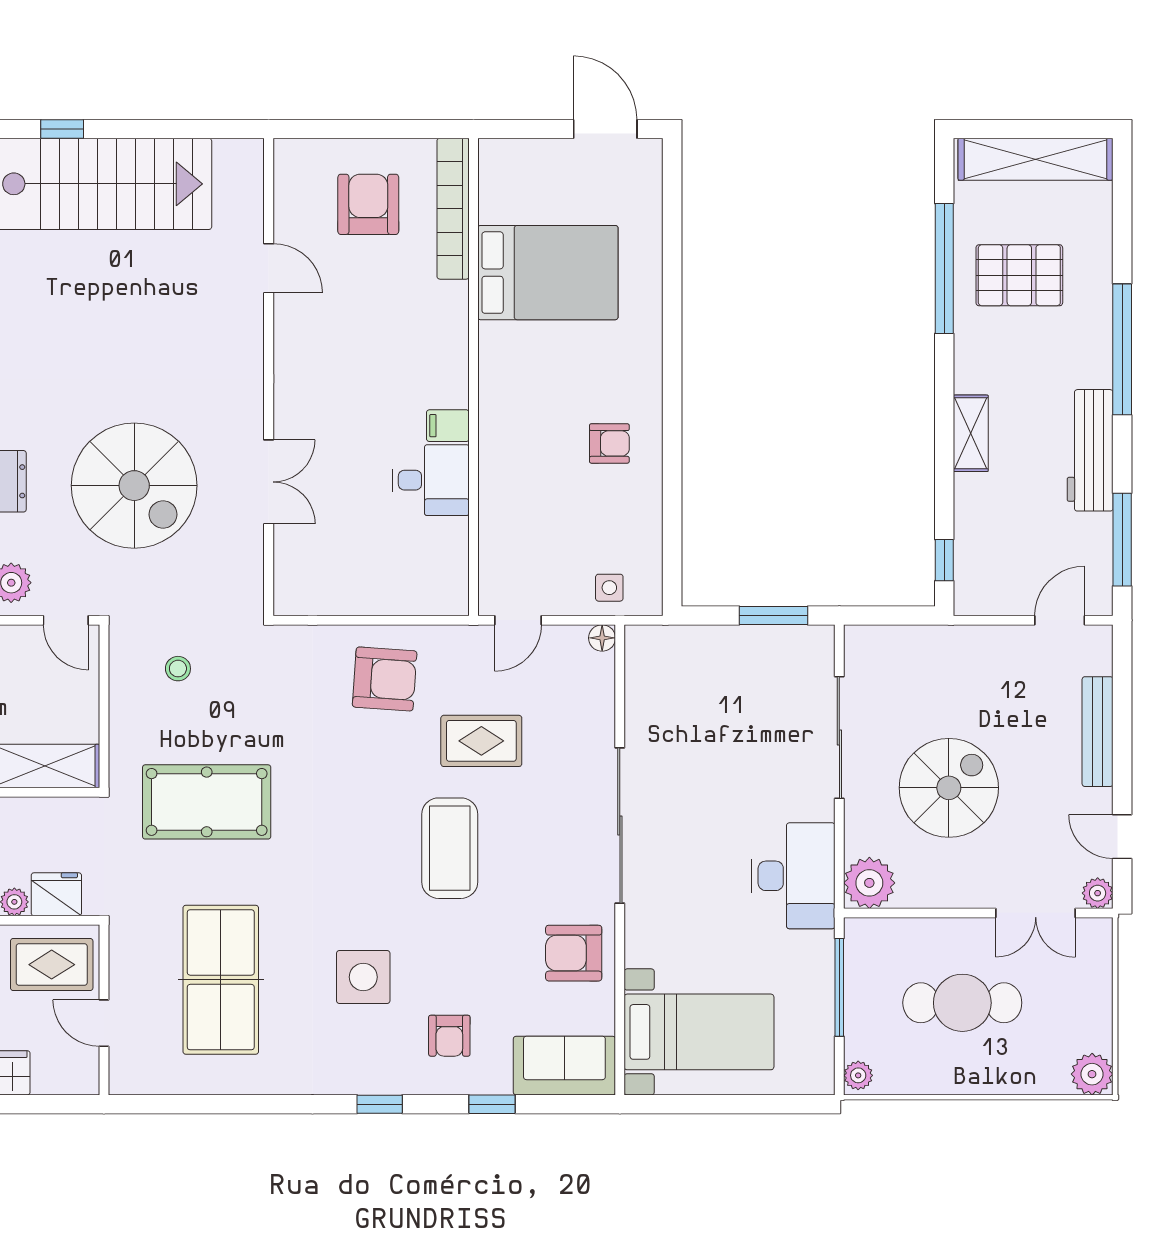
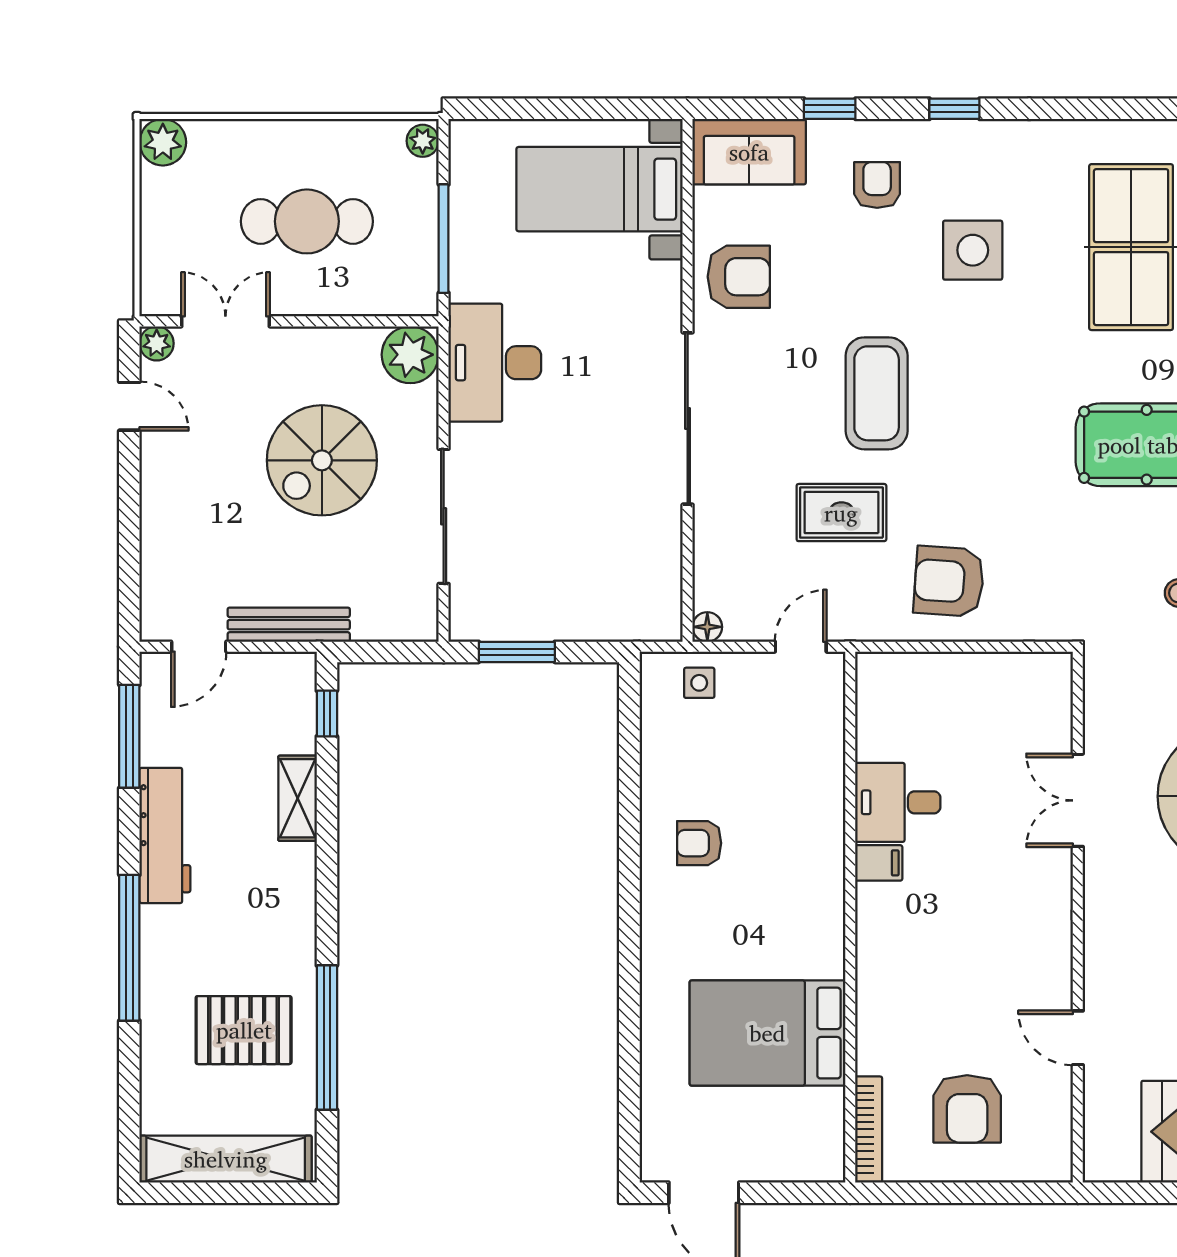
bookcase: (453, 209) -> (869, 1129), width x0.68, depth x0.76
shelving: (971, 433) -> (298, 798), moved
bench: (1098, 732) -> (289, 625), moved, turned 90

